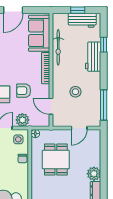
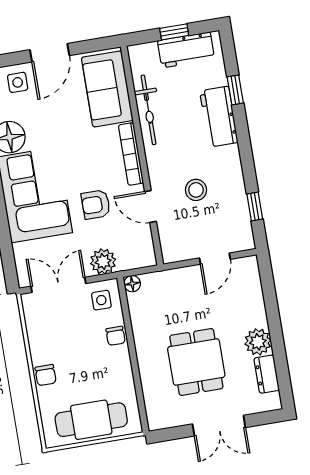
window: (104, 105) -> (255, 206), width x0.46
door: (51, 106) -> (151, 207), moved
dining table: (56, 160) -> (196, 362), moved

